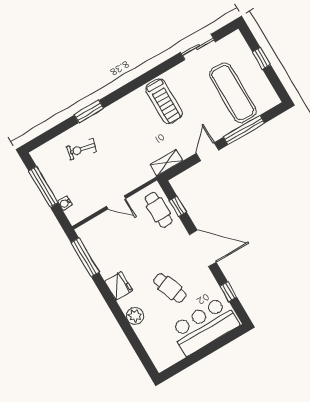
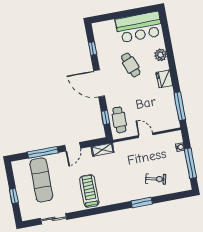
bar counter: (204, 326) -> (139, 27), moved

